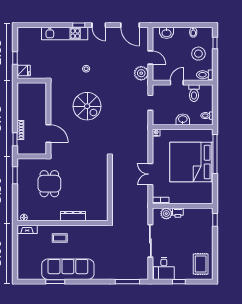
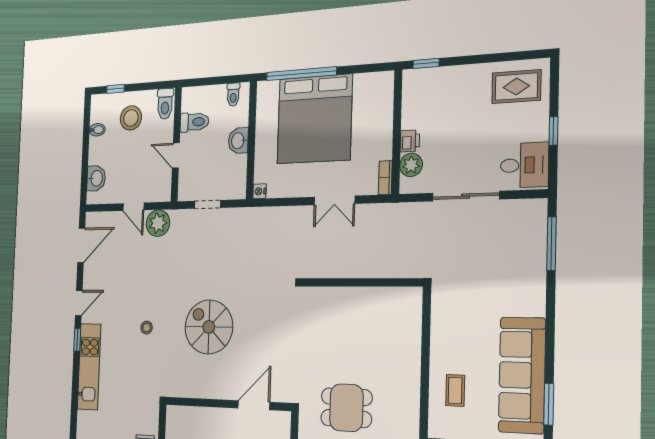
door: (150, 58) -> (133, 207), swing flipped
spiral stairs: (87, 106) -> (209, 327), turned -90
dresser: (73, 216) -> (411, 361), removed

